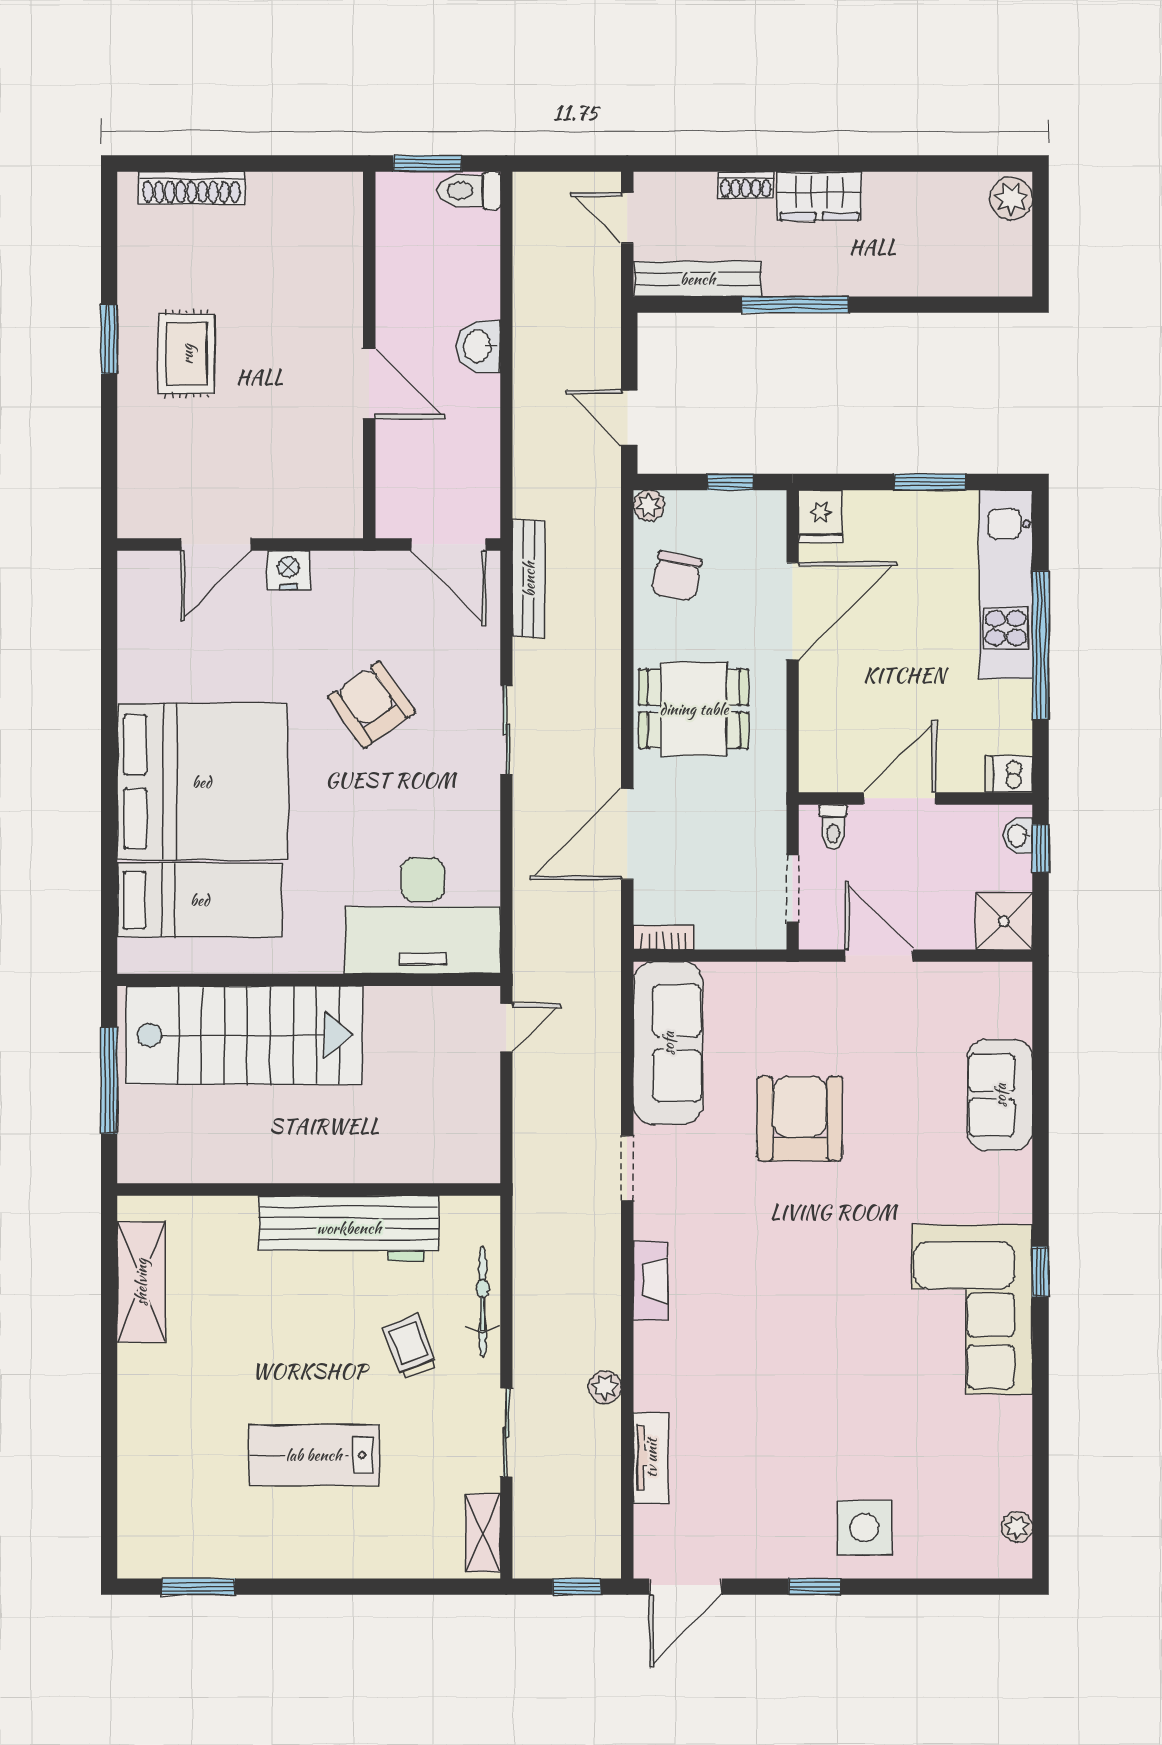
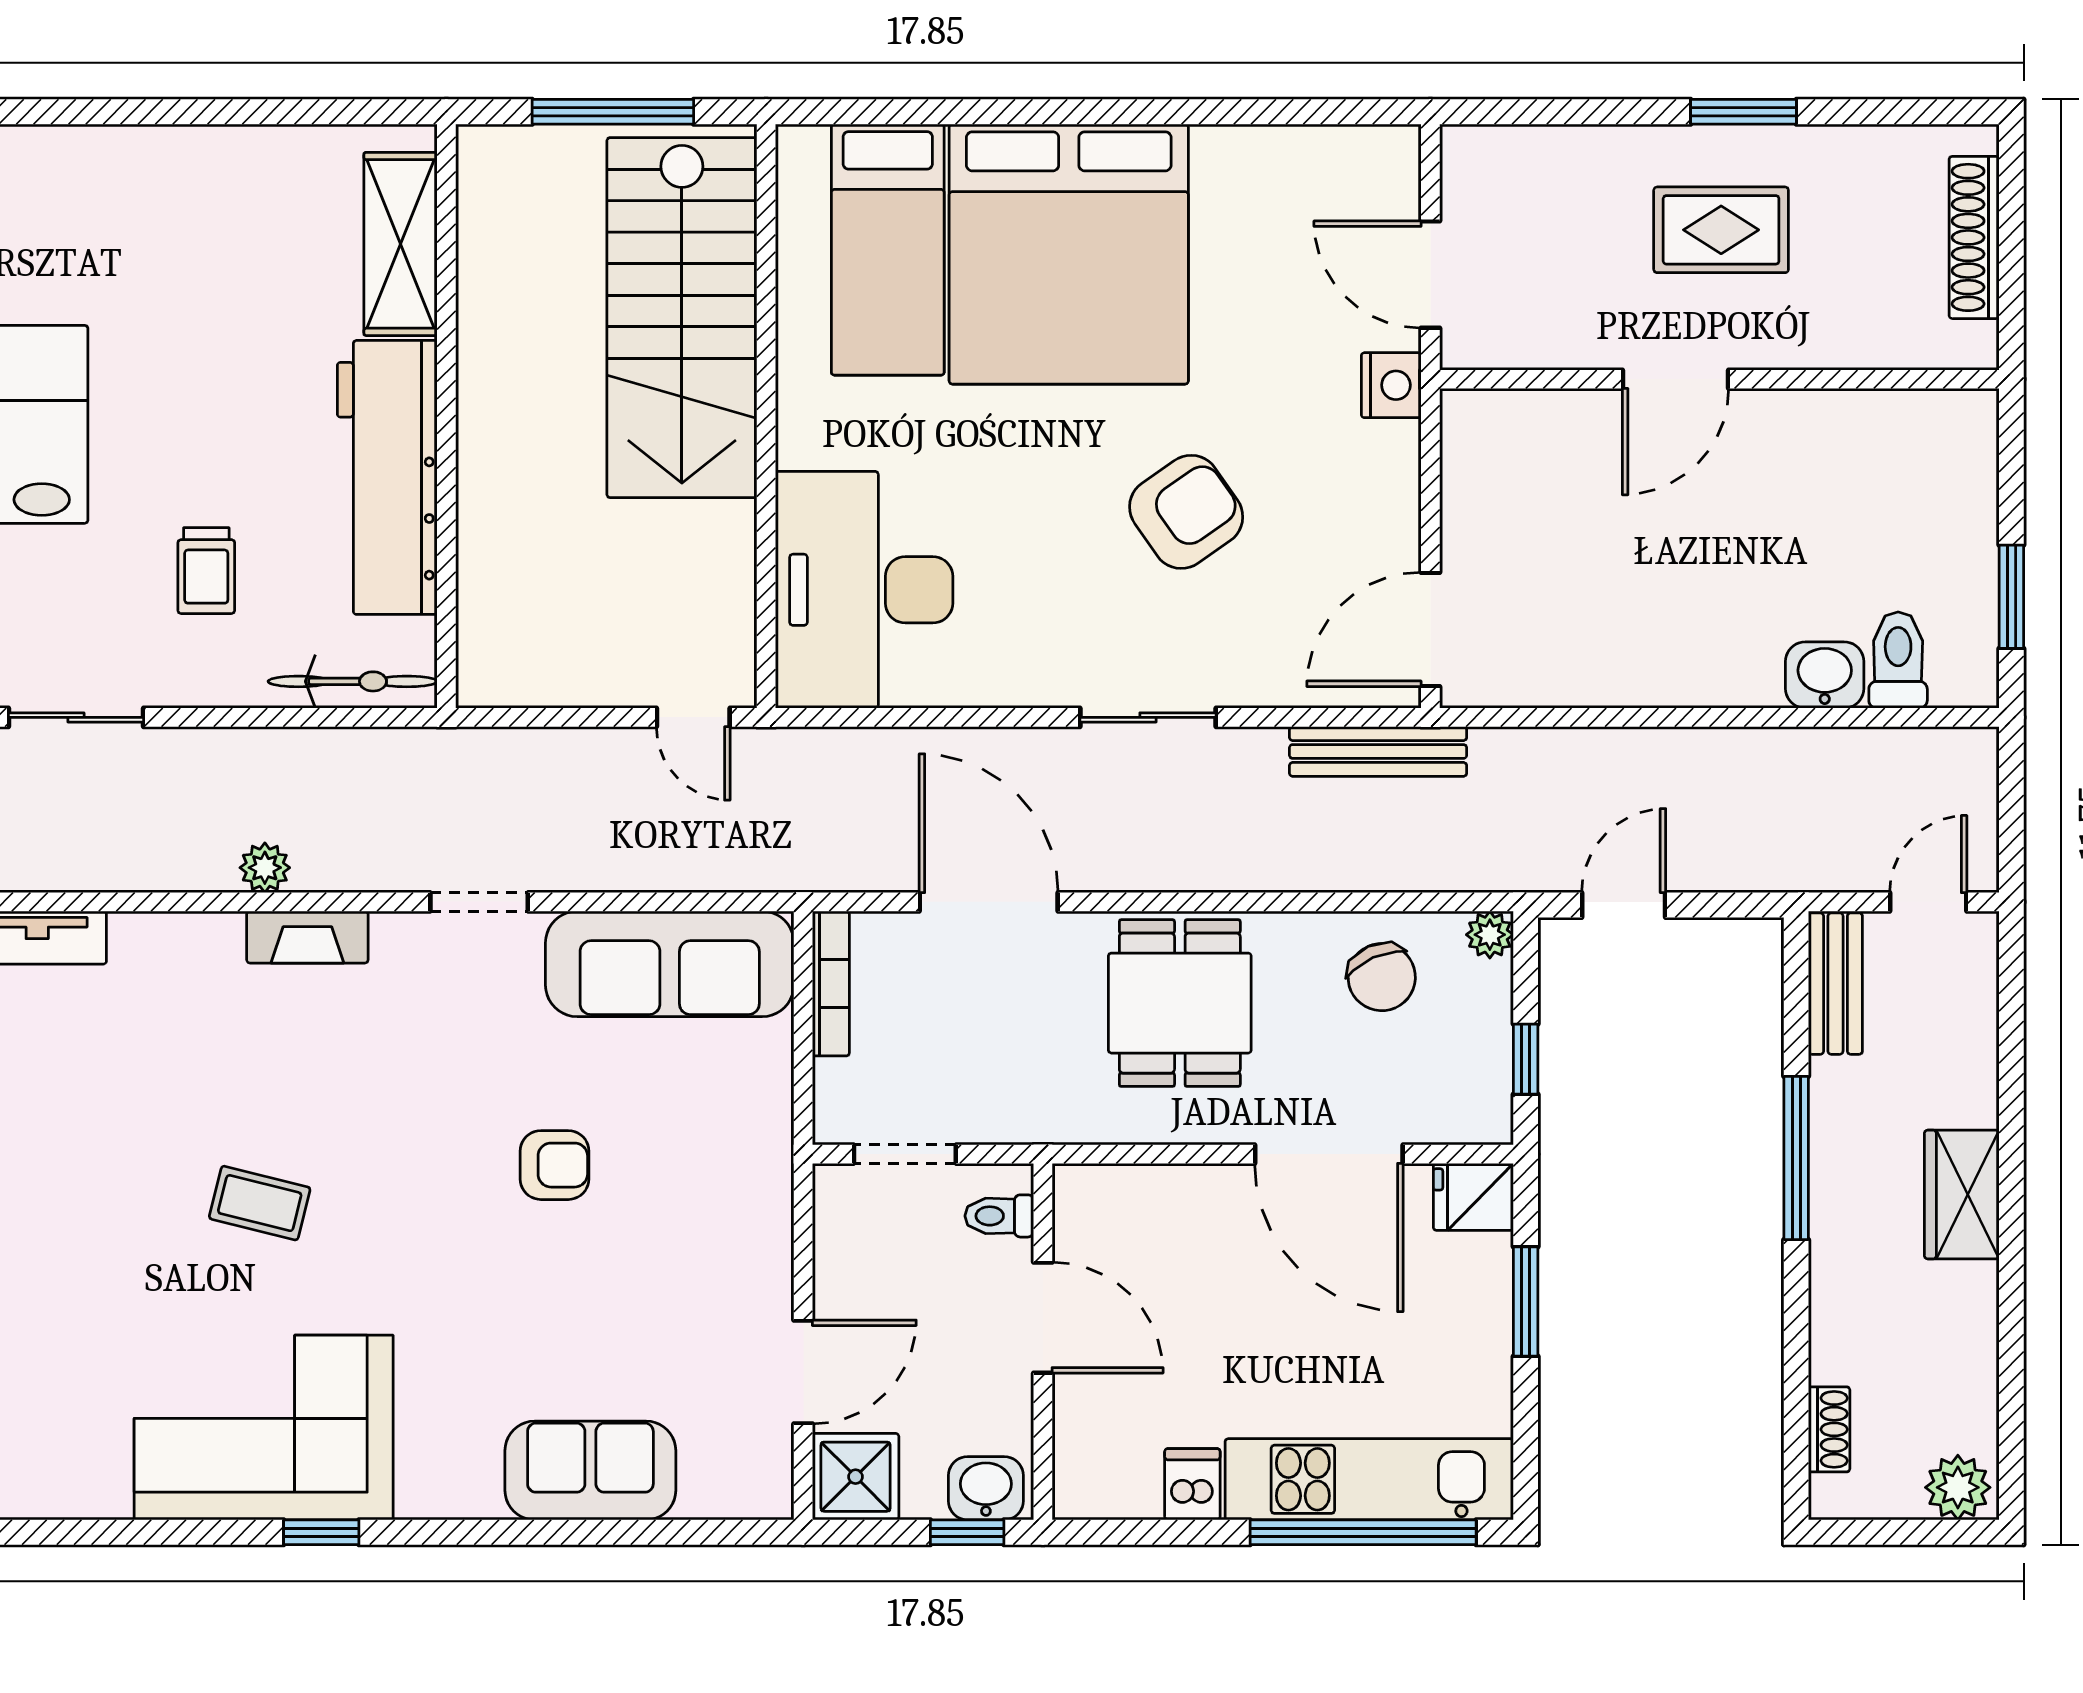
shoe rack: (746, 185) -> (1829, 1429), moved, turned 180
toilet: (469, 191) -> (1898, 660), moved
bench: (698, 279) -> (1835, 984), width x0.73
washbasin: (478, 346) -> (1825, 675), moved
wall: (369, 355) -> (1719, 379), moved
door: (369, 384) -> (1676, 379), moved
window: (930, 482) -> (1526, 1302), moved
chair: (677, 576) -> (1382, 977), turned -125
window: (1041, 645) -> (1363, 1532), moved
dishwasher: (1009, 774) -> (1192, 1484), moved
washbasin: (1018, 836) -> (986, 1488), width x1.38, depth x1.45
bookcase: (664, 937) -> (831, 984), width x1.56
door: (879, 956) -> (803, 1372), moved
armchair: (800, 1119) -> (555, 1165), width x0.53, depth x0.53
shelving: (141, 1282) -> (401, 244), moved, turned 90
bicycle: (483, 1302) -> (353, 681), moved
coffee table: (825, 1312) -> (260, 1203), added
trolley: (410, 1347) -> (206, 571), turned 111
plant: (605, 1387) -> (265, 868), moved

